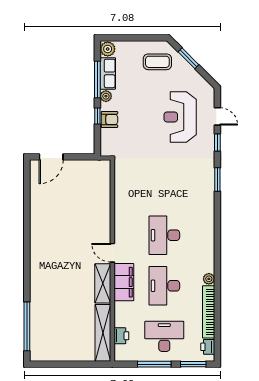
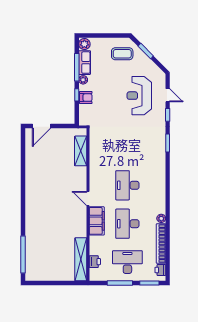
shelving: (103, 283) -> (81, 151), moved

